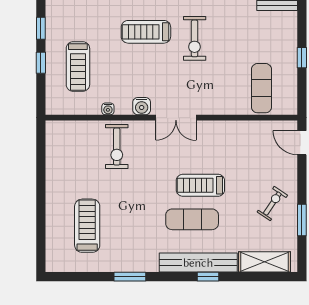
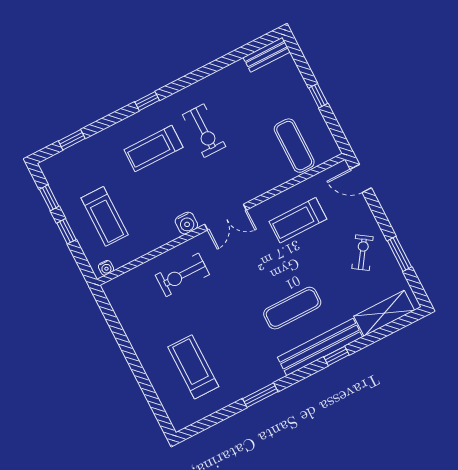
water cooler: (108, 109) -> (106, 268), moved
exercise bike: (117, 146) -> (182, 275), turned 90
treadmill: (200, 185) -> (298, 220), moved

